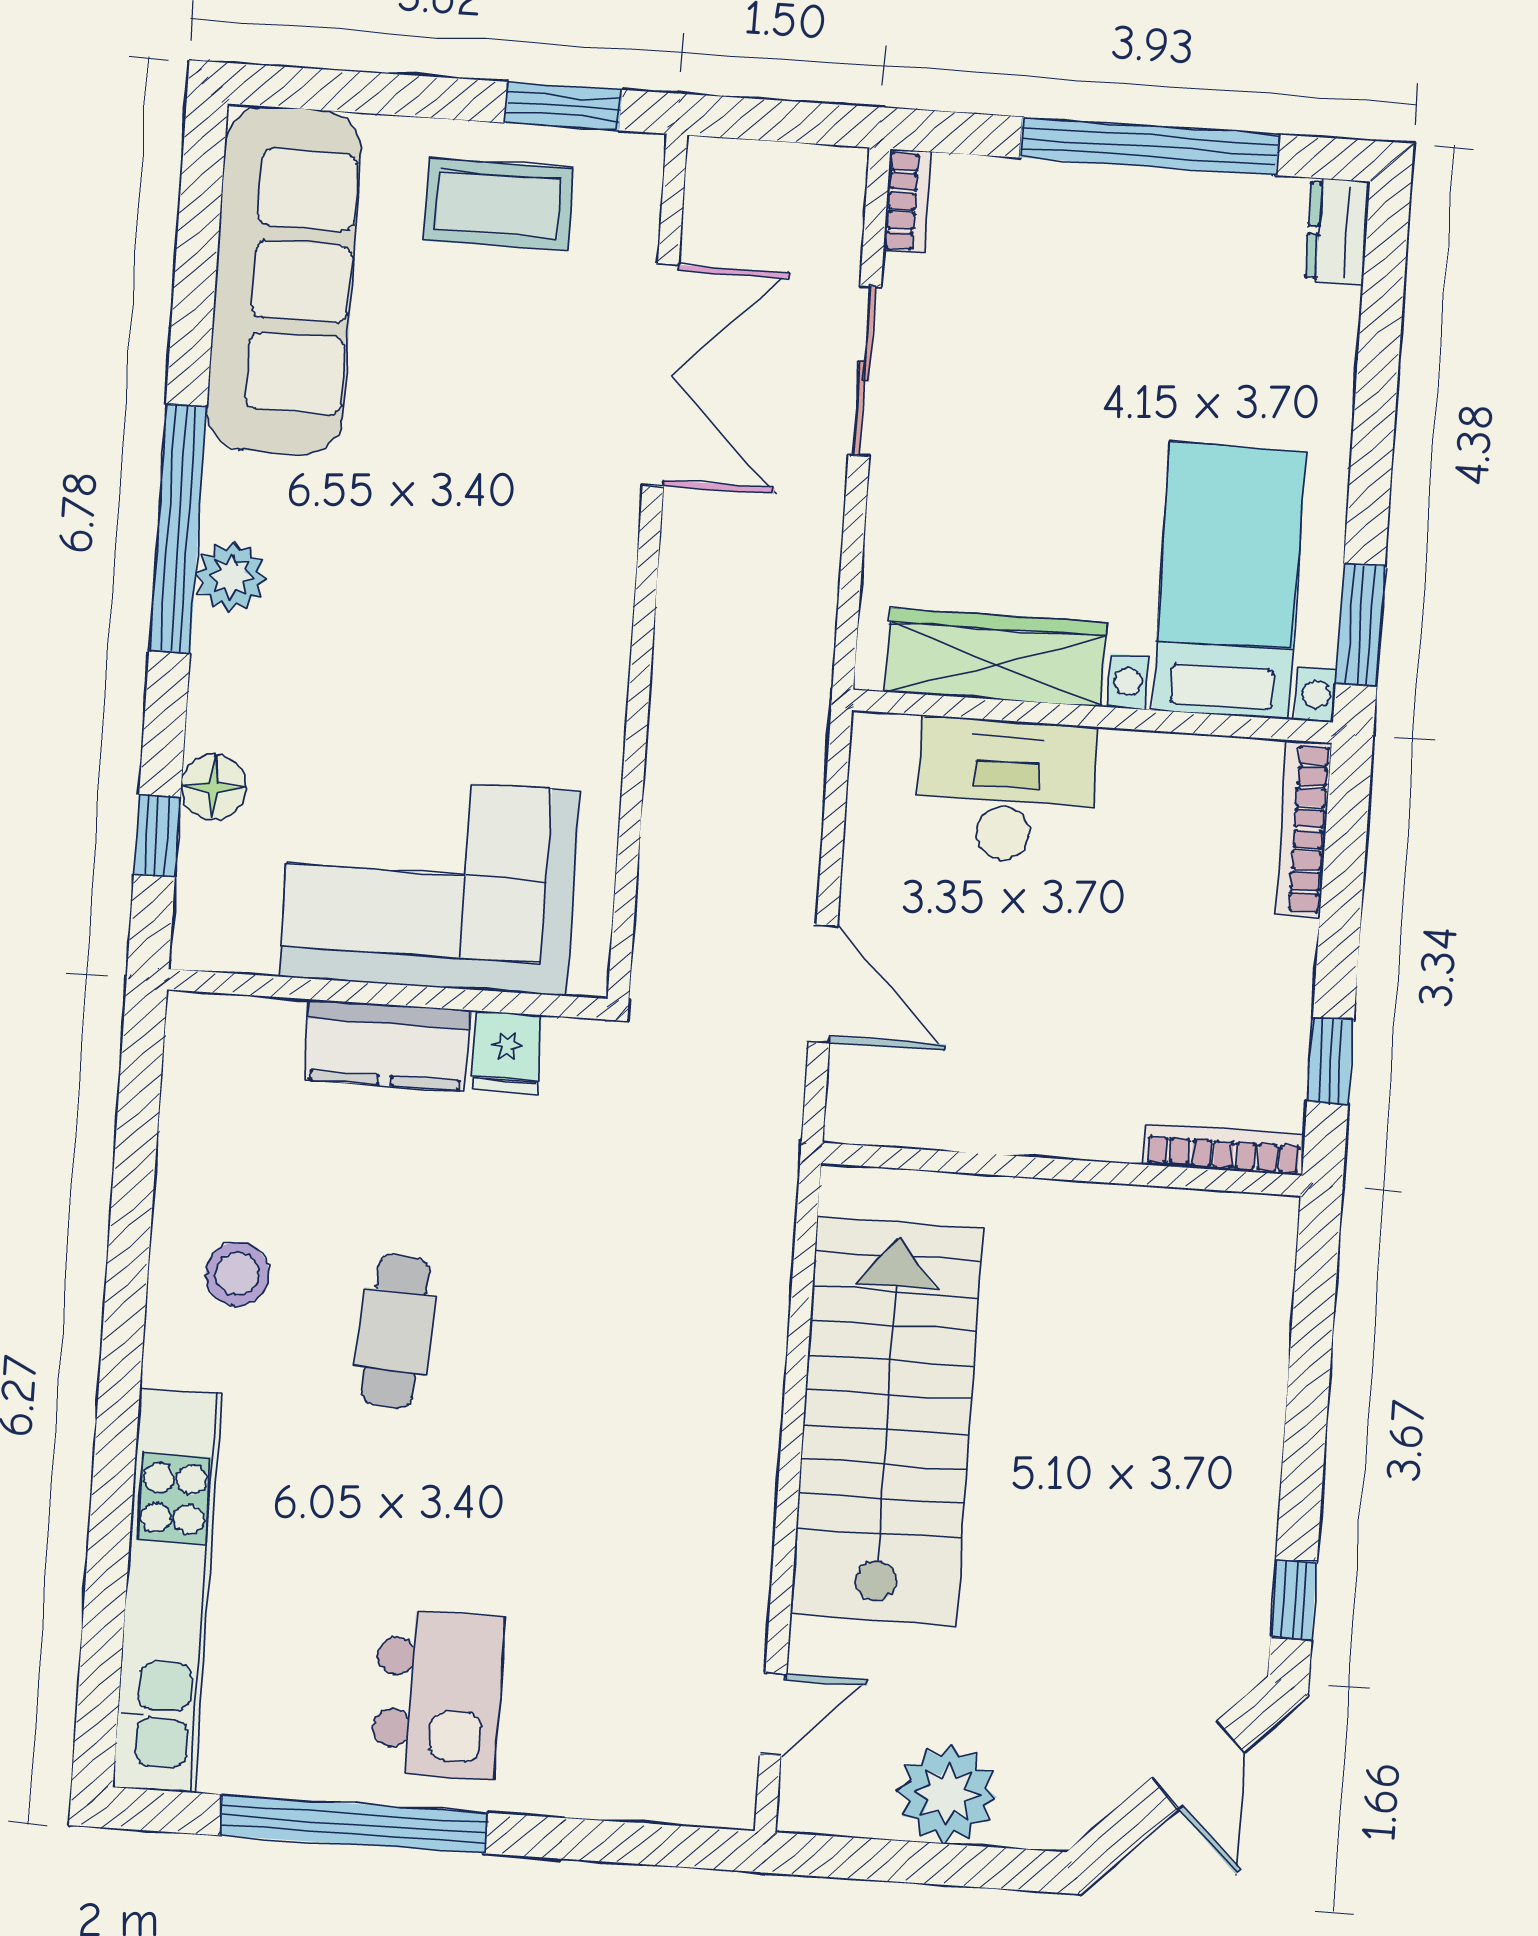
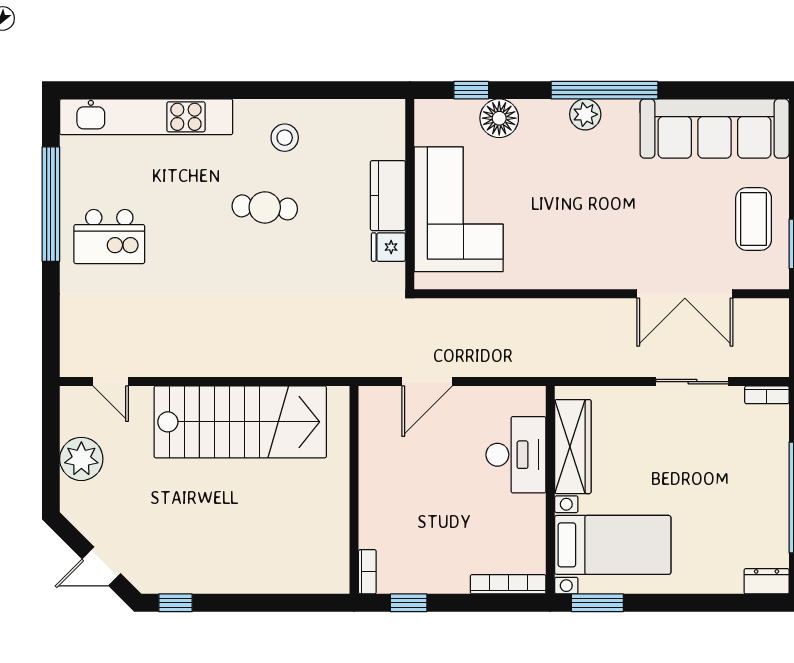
floor lamp: (213, 787) -> (499, 118), width x1.38, depth x1.38
bookcase: (1224, 1150) -> (367, 572), width x0.64

